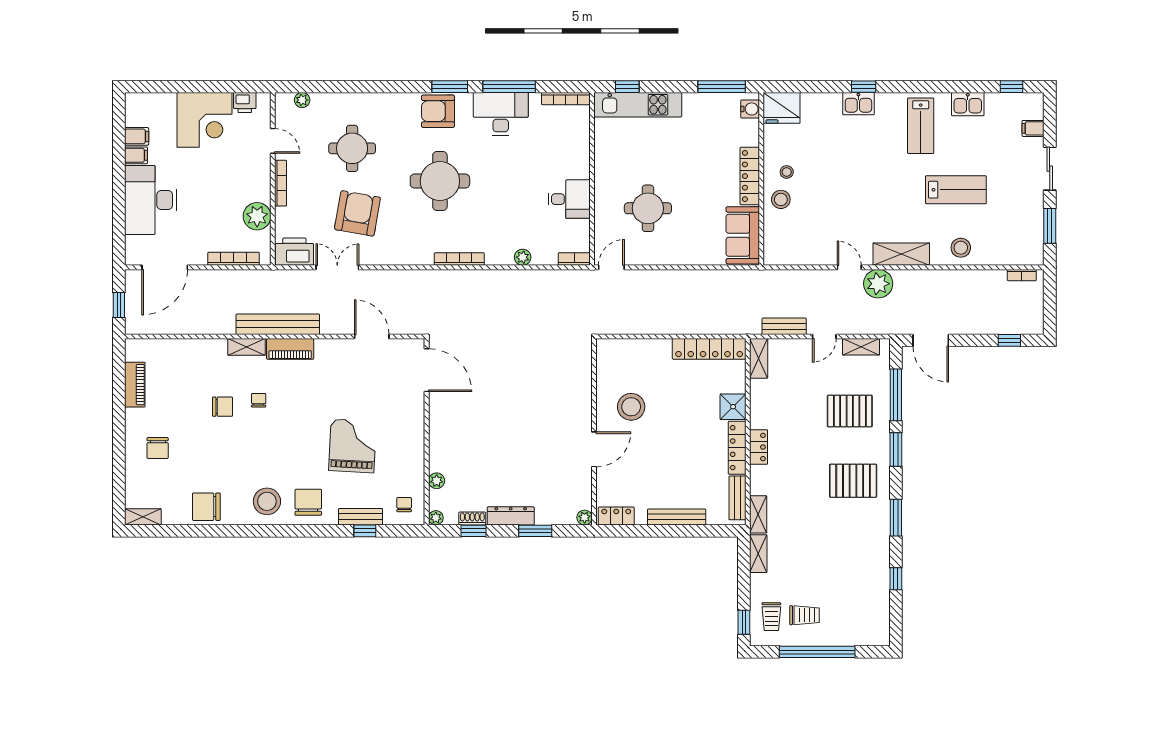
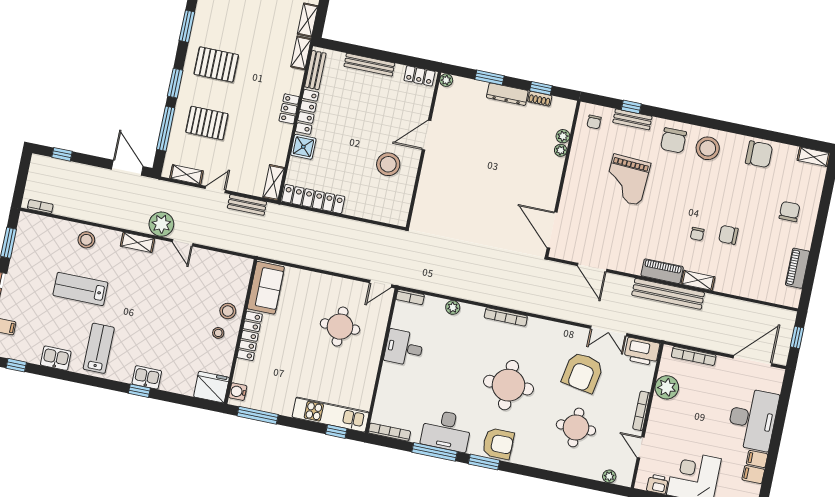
shelving: (901, 254) -> (138, 242), width x0.67, depth x0.75
plant: (436, 518) -> (561, 150), moved

